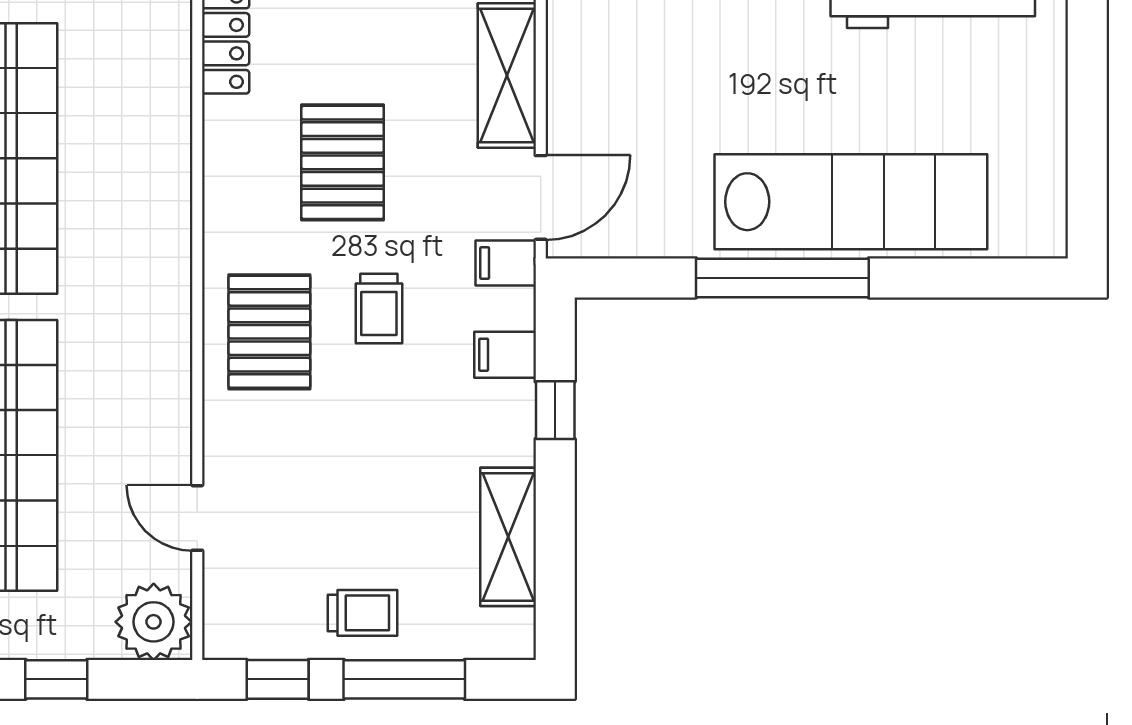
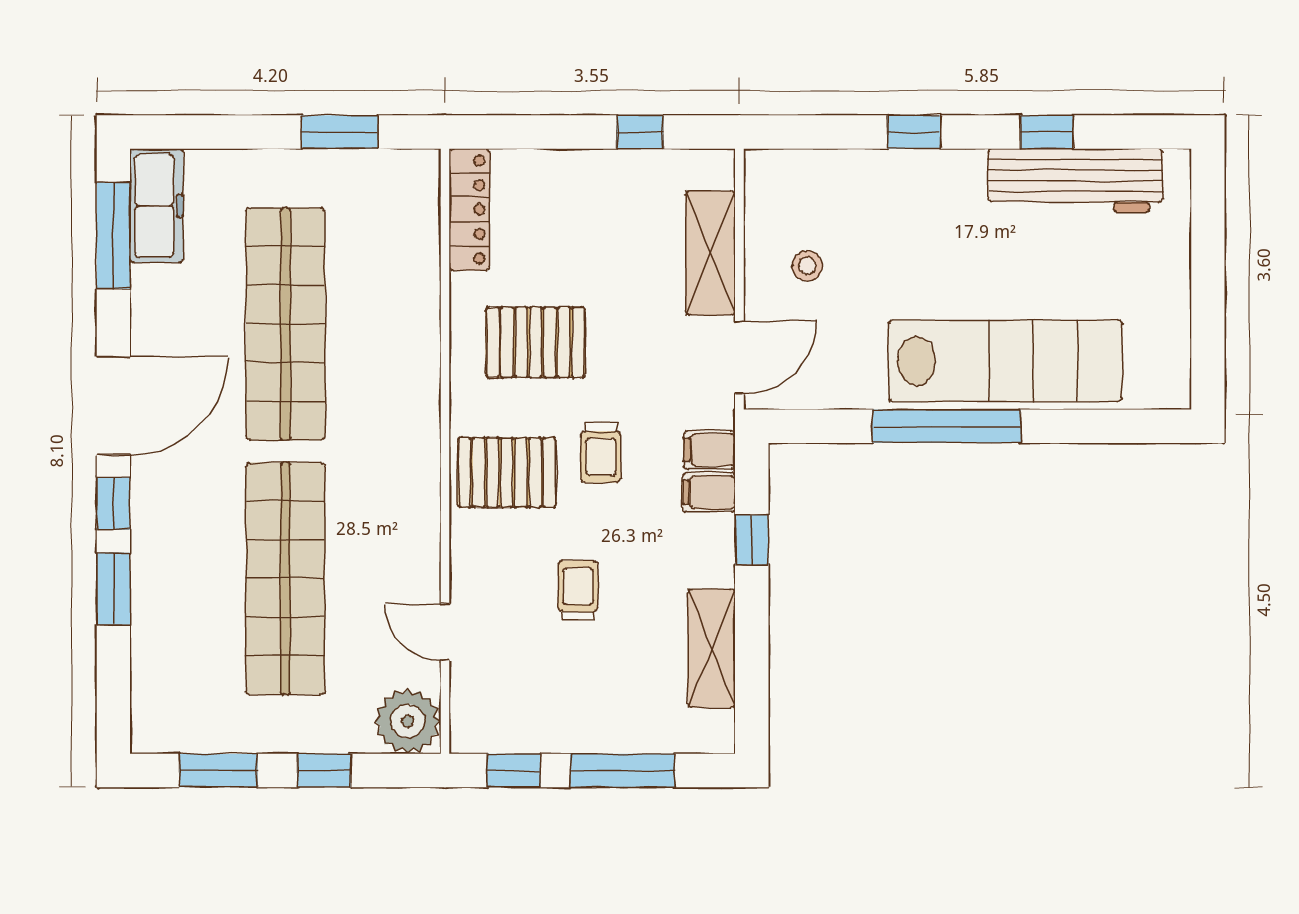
stool: (620, 91) -> (807, 266), added
pallet: (343, 162) -> (535, 342), moved, turned 90
filing cabinet: (506, 263) -> (709, 450), moved
pallet: (269, 332) -> (507, 473), turned 90
trolley: (363, 613) -> (578, 590), moved, turned -90

